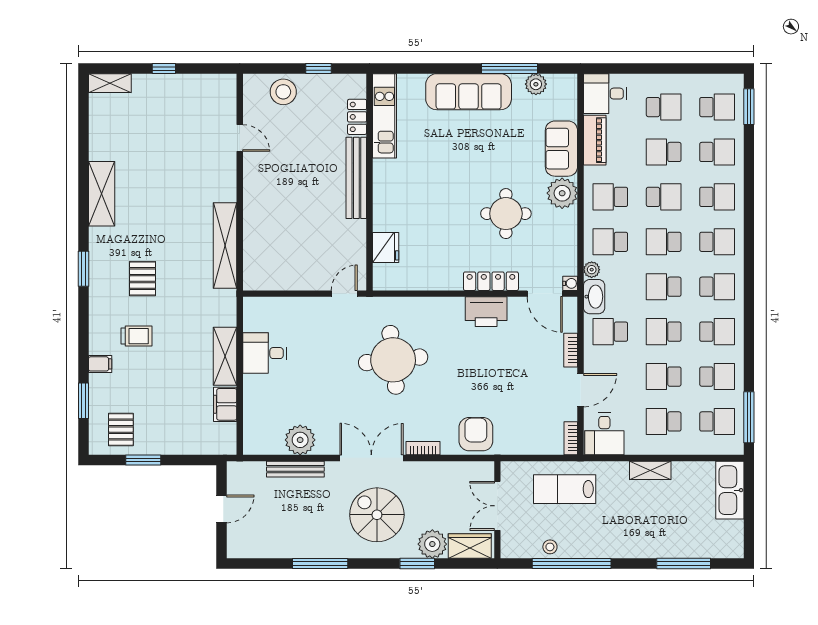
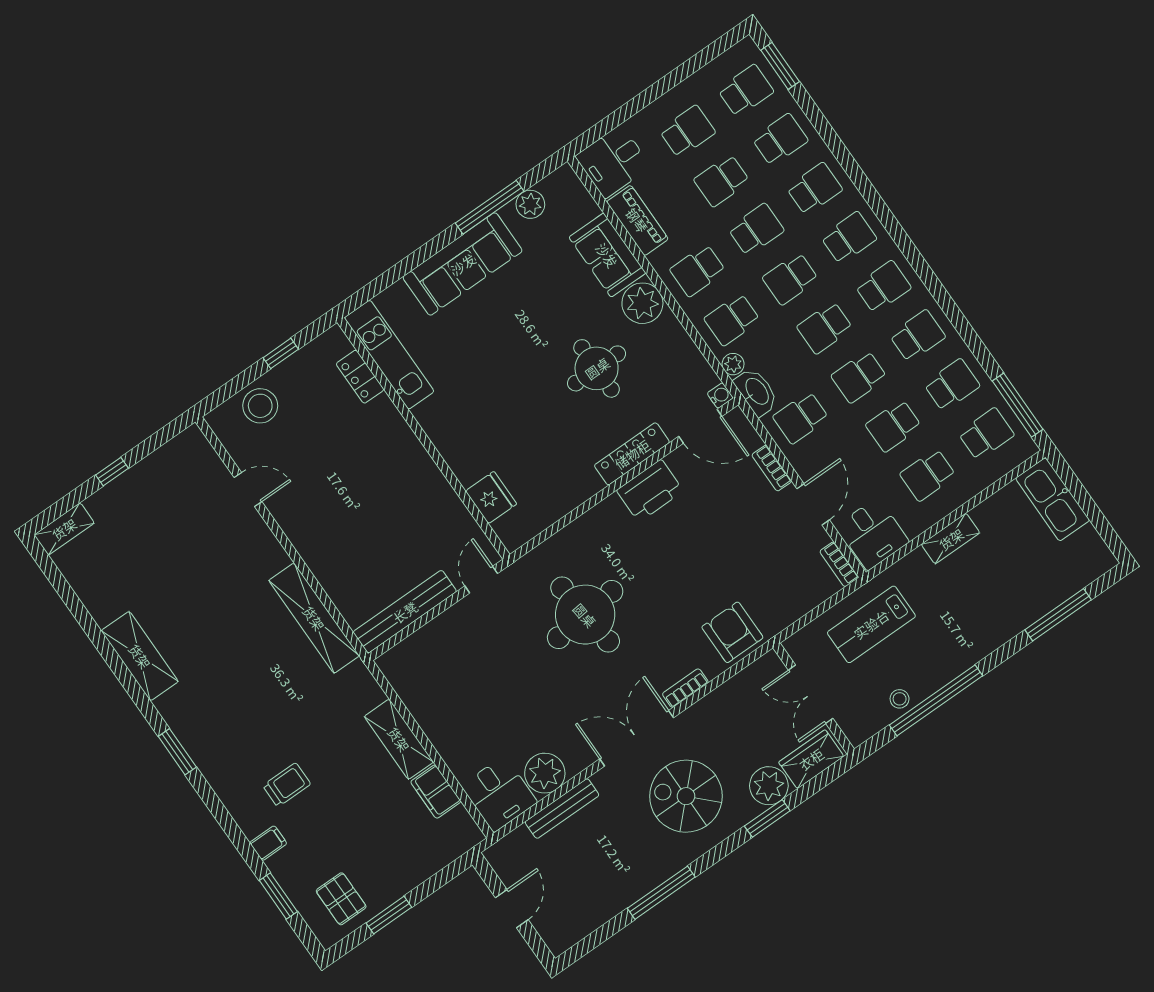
bench: (356, 178) -> (405, 612), moved, turned 90
pallet: (143, 279) -> (249, 717), removed
desk: (265, 353) -> (499, 794), moved, turned -90

